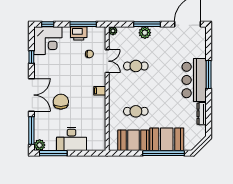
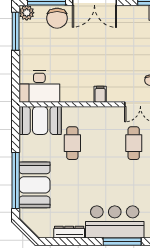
chair: (61, 102) -> (57, 18), moved, turned 90
desk: (72, 139) -> (39, 86), moved, turned -90
booth: (133, 140) -> (40, 120), moved, turned 90

